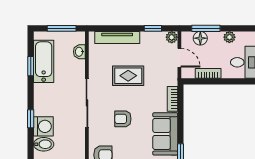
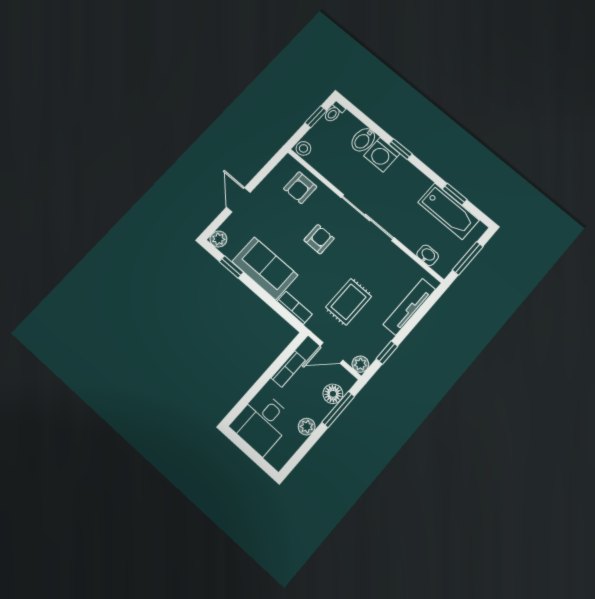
rug: (128, 76) -> (349, 302), moved

